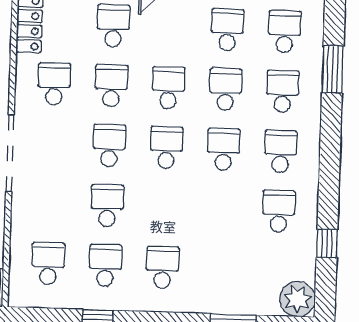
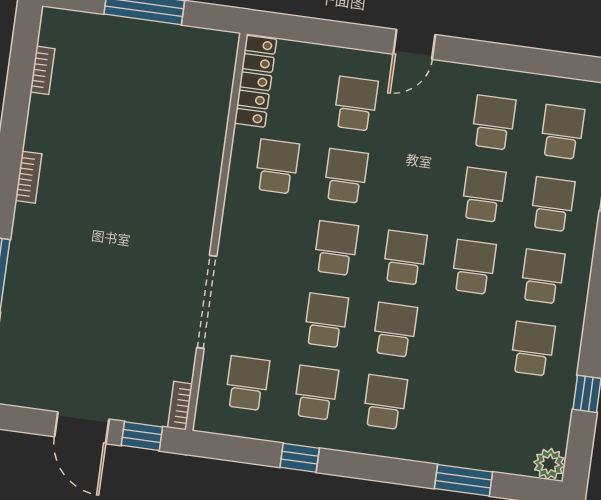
school desk: (168, 88) -> (395, 330), moved
doorway: (10, 153) -> (207, 302), moved
plant: (298, 299) -> (549, 464), width x0.73, depth x0.73

